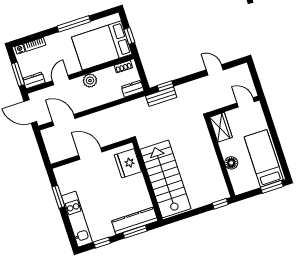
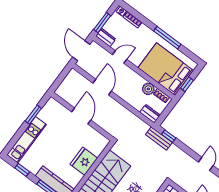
plant: (90, 81) -> (148, 89), moved
door: (64, 120) -> (102, 87), moved
fridge: (128, 163) -> (84, 161), moved

